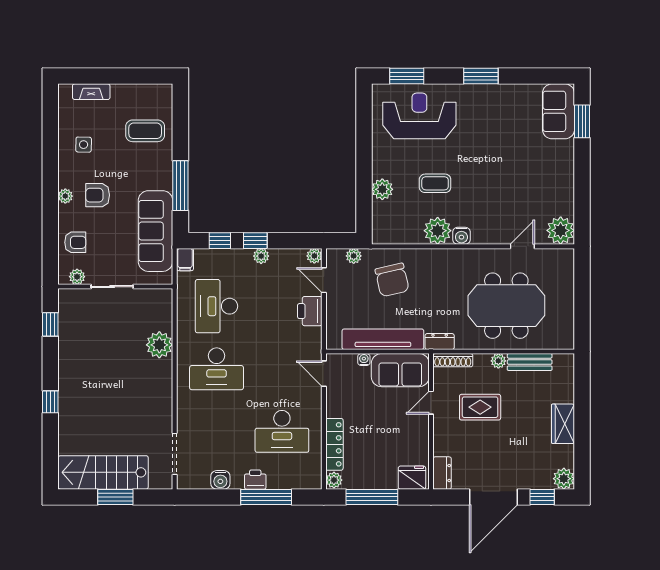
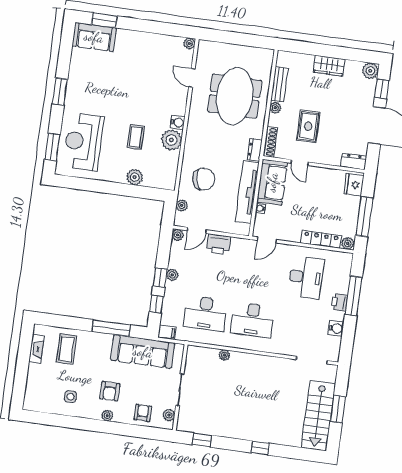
fireplace: (91, 92) -> (37, 349), moved
plant: (561, 230) -> (189, 43), width x0.53, depth x0.53
plant: (159, 345) -> (224, 355), width x0.53, depth x0.53
desk: (217, 369) -> (252, 320), turned 90

